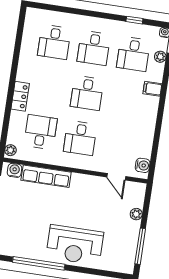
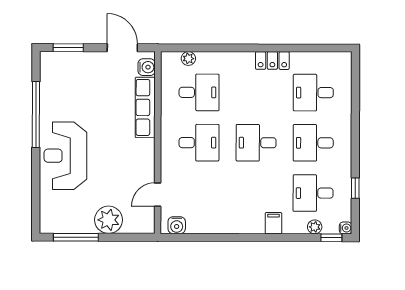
locker: (20, 96) -> (272, 61), moved
desk: (80, 138) -> (199, 143), turned 180
plant: (10, 150) -> (188, 58), moved
plant: (136, 214) -> (109, 220), width x1.88, depth x1.88

